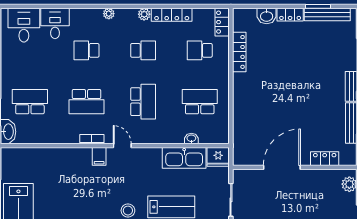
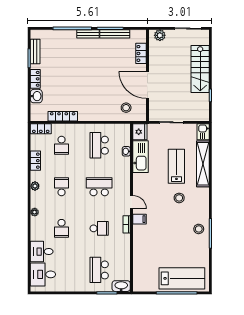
locker: (172, 15) -> (35, 161), width x0.66
bench: (327, 15) -> (35, 52), width x0.73
school desk: (87, 102) -> (99, 228), width x0.54
stool: (251, 138) -> (126, 108), added
door: (122, 146) -> (132, 202), swing flipped

